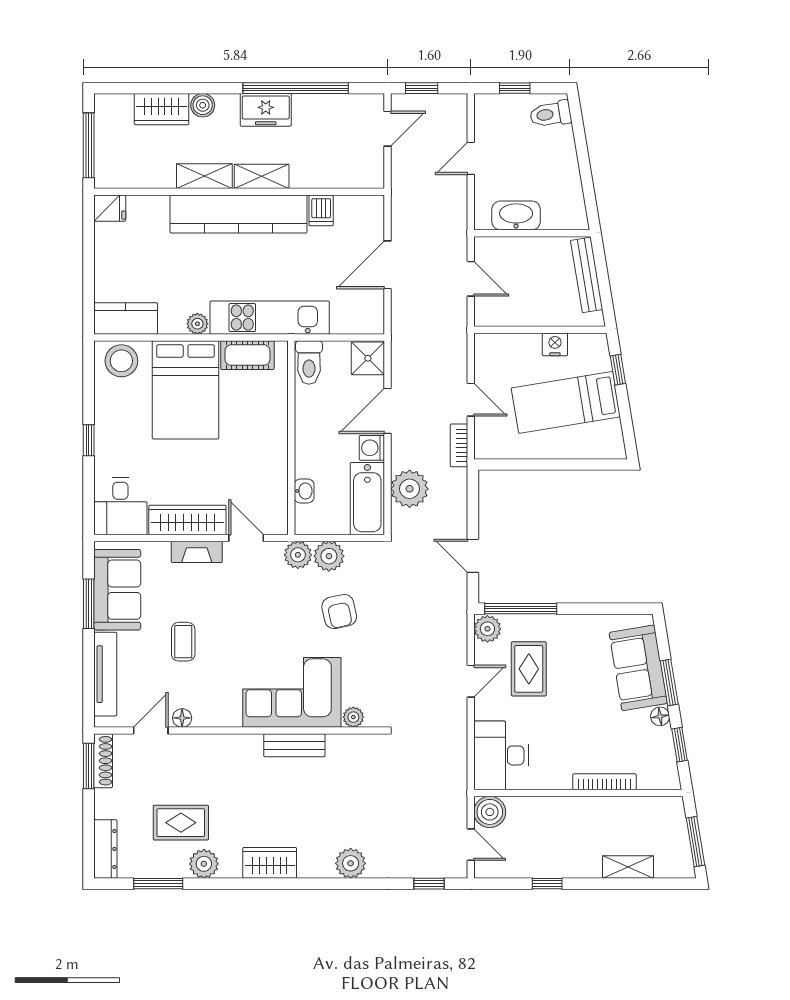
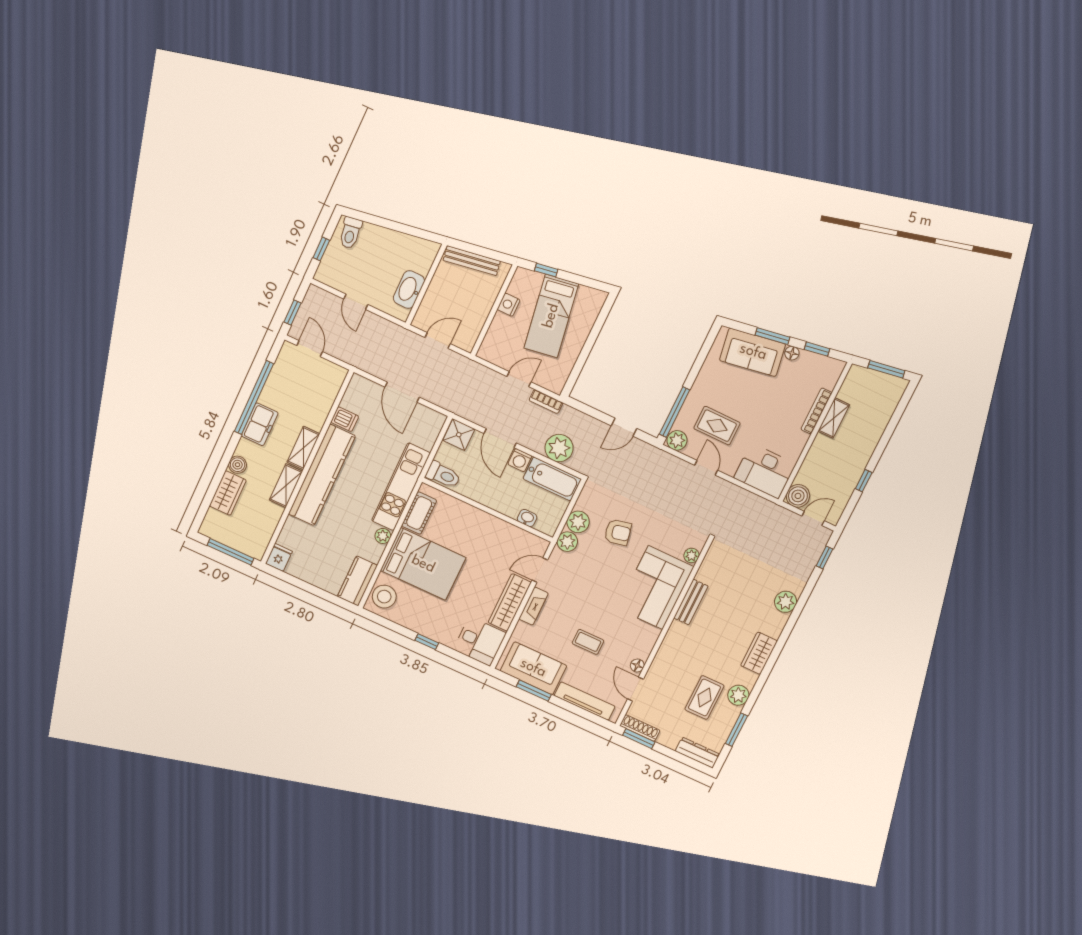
shelving: (628, 867) -> (834, 418), moved

